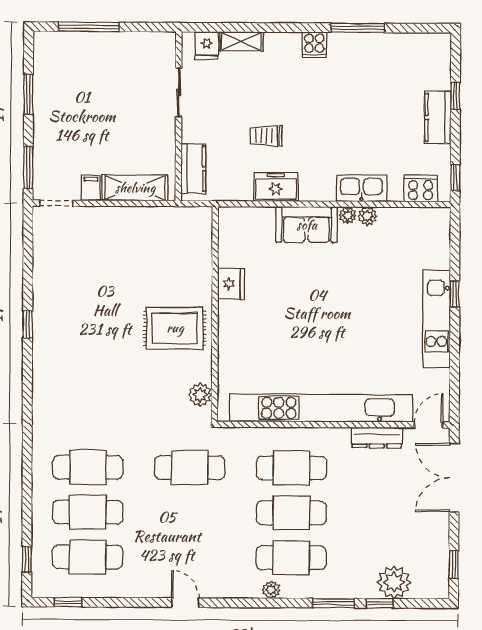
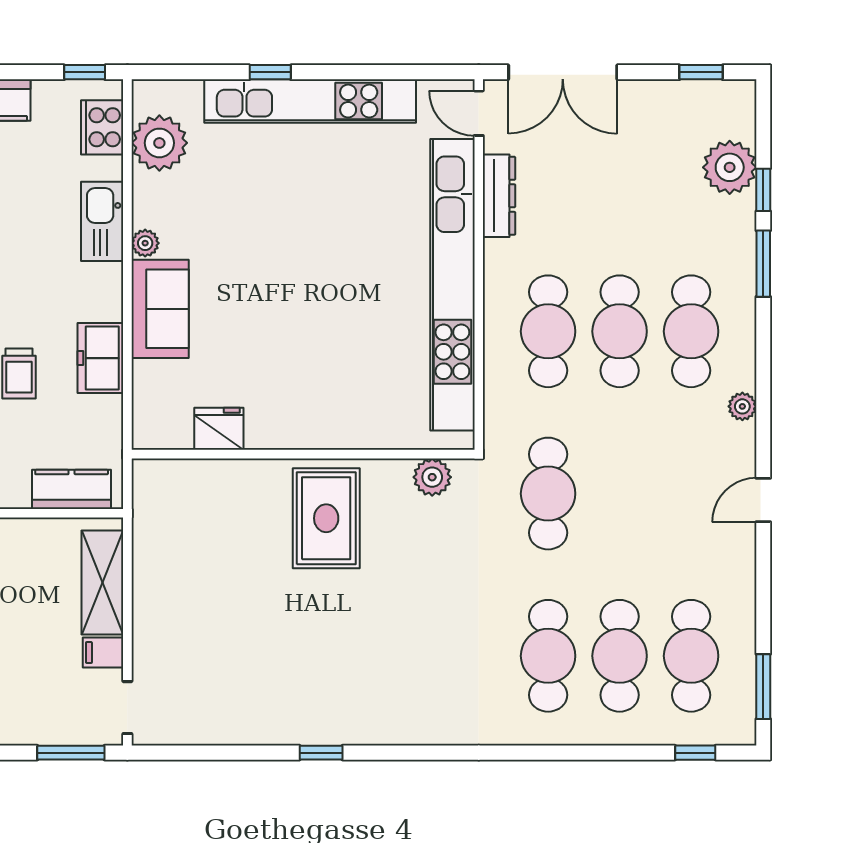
plant: (367, 216) -> (159, 143), moved, width x1.87, depth x1.87
fridge: (231, 284) -> (219, 429), moved
kitchen unit: (437, 319) -> (310, 101), width x1.36
plant: (271, 590) -> (742, 406), moved
window: (68, 602) -> (763, 687), width x1.50

